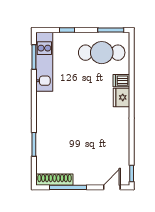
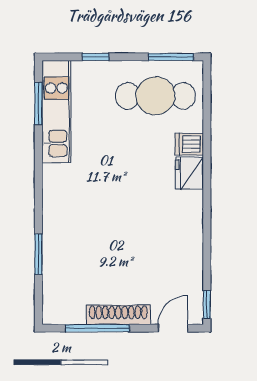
shoe rack: (55, 180) -> (118, 315), moved

